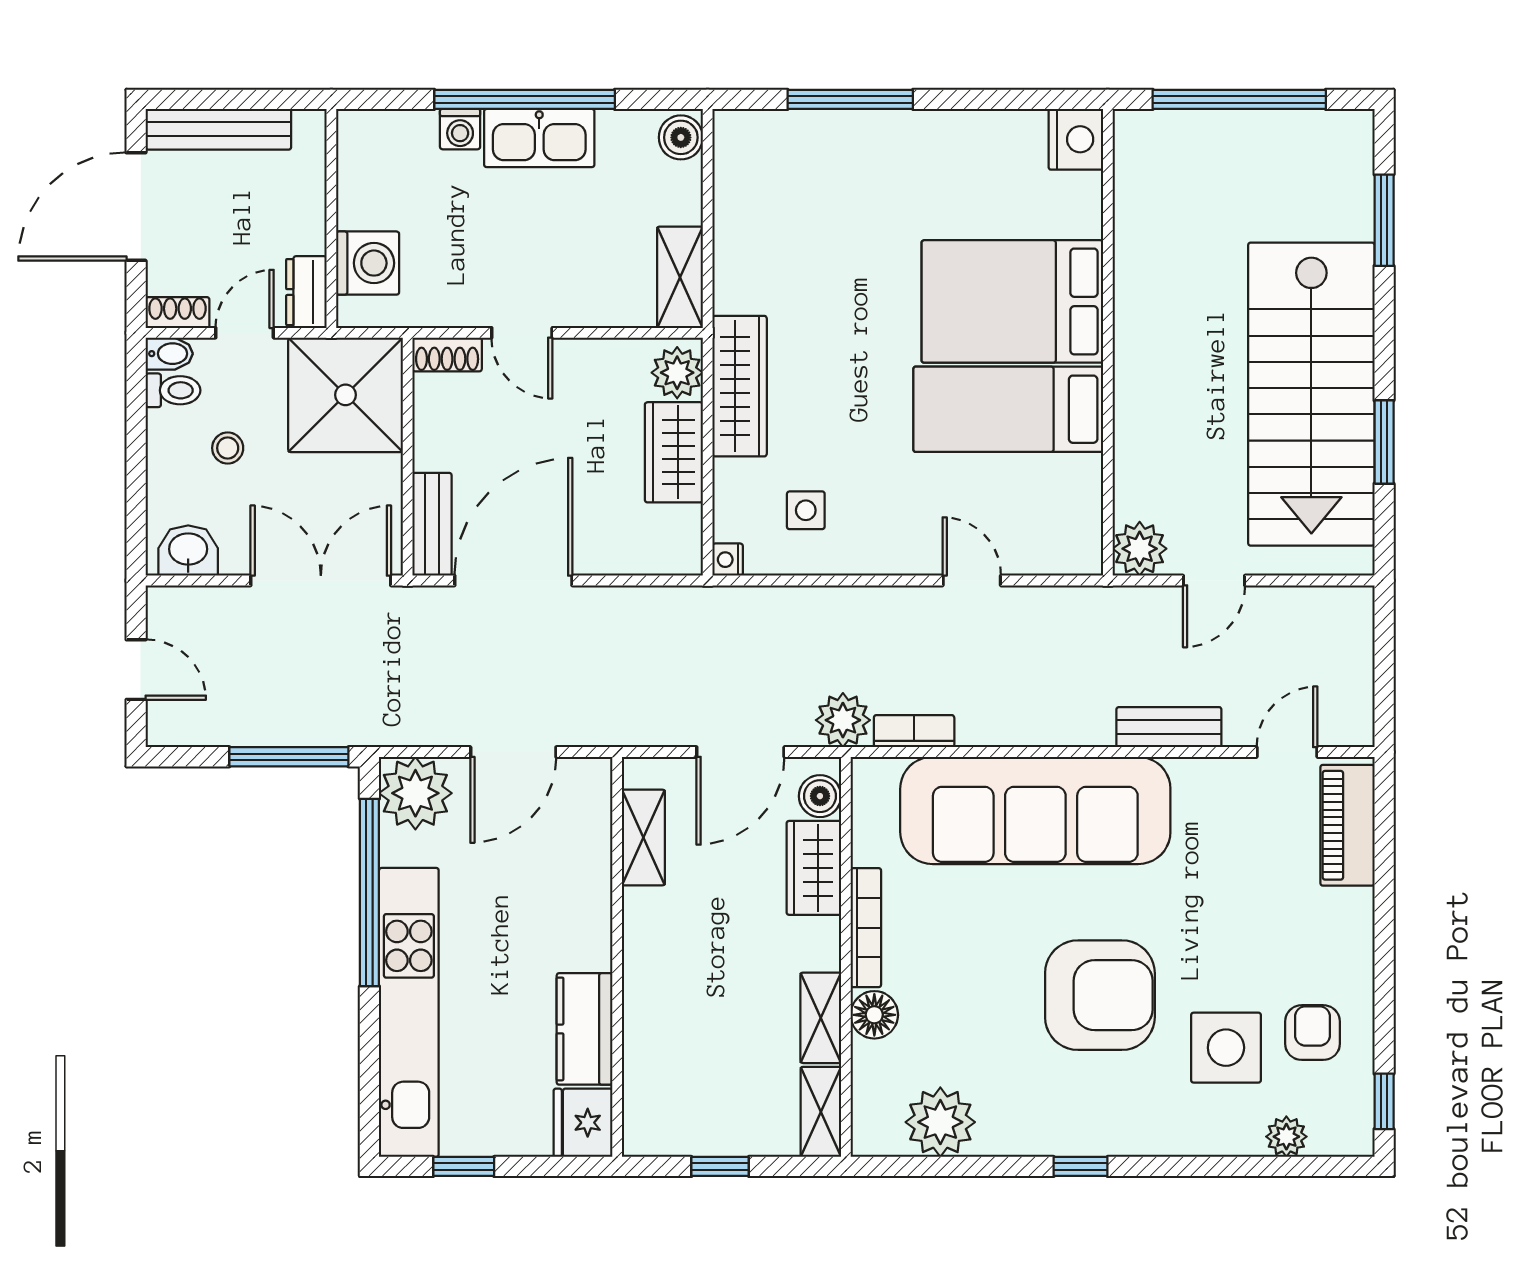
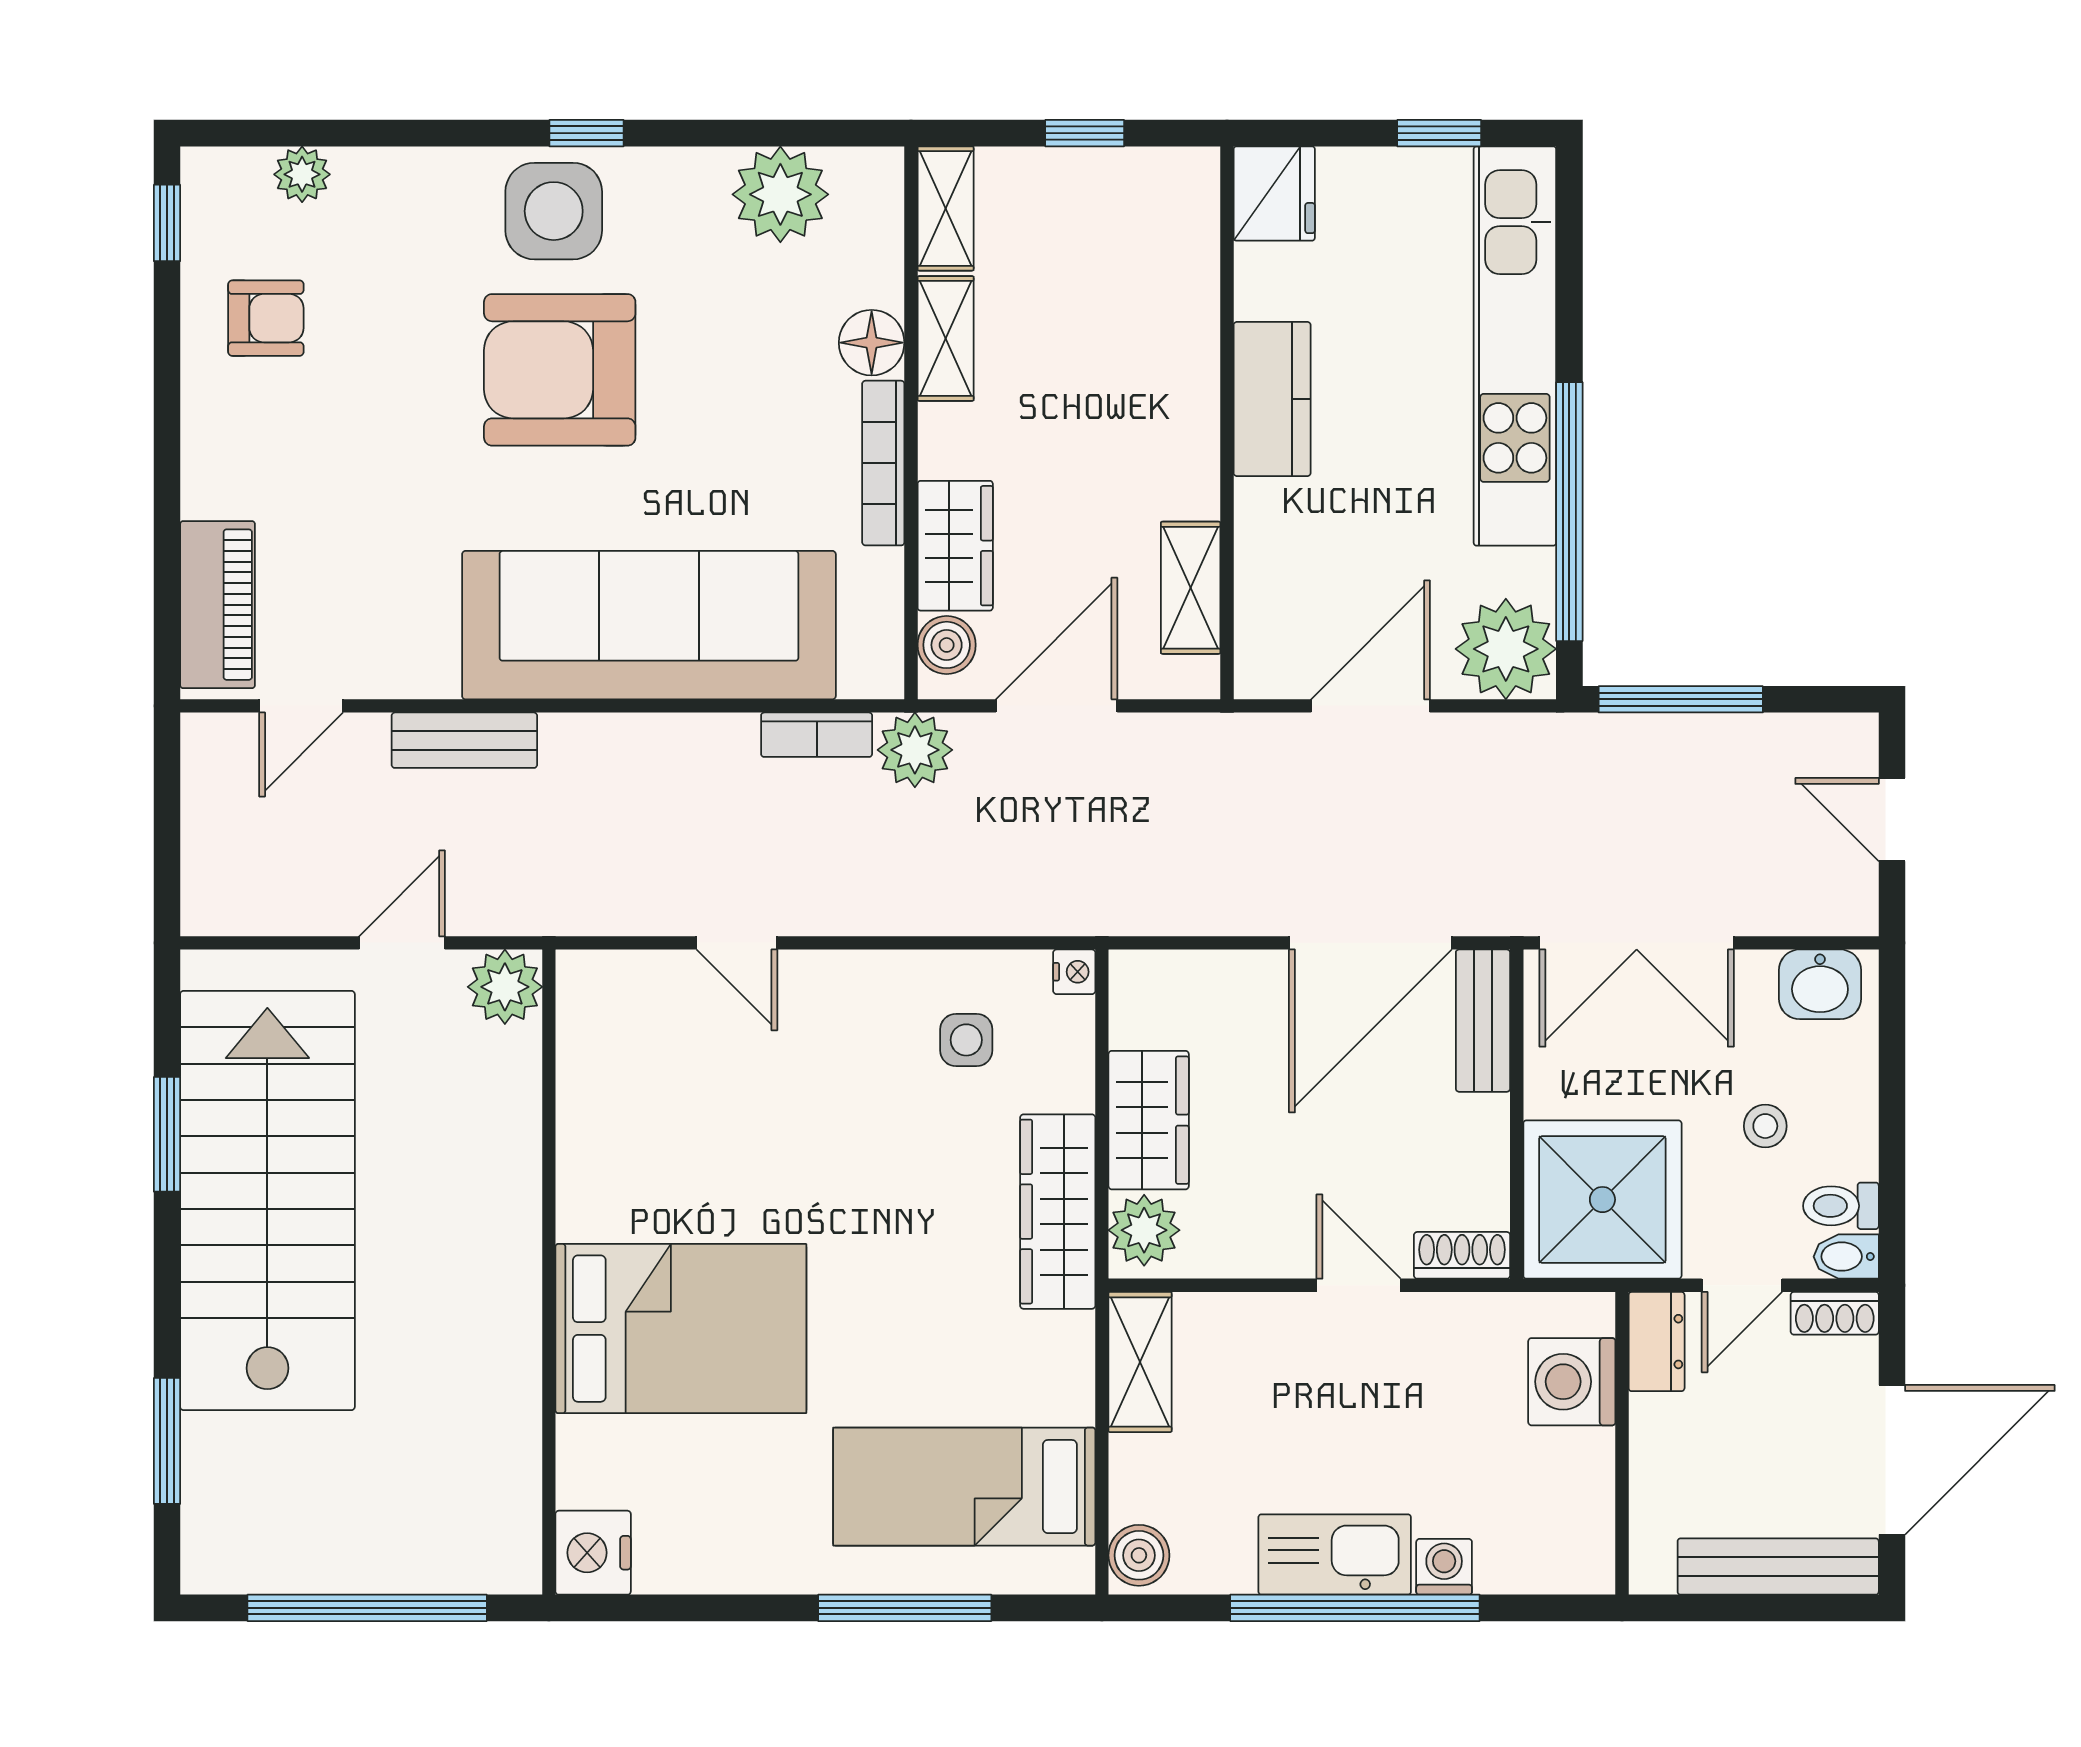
bed: (1008, 409) -> (964, 1487), moved, turned 180
kitchen counter: (585, 1029) -> (1272, 399), moved
armchair: (1312, 1033) -> (266, 318), turned -90
side table: (1226, 1048) -> (554, 211), moved

